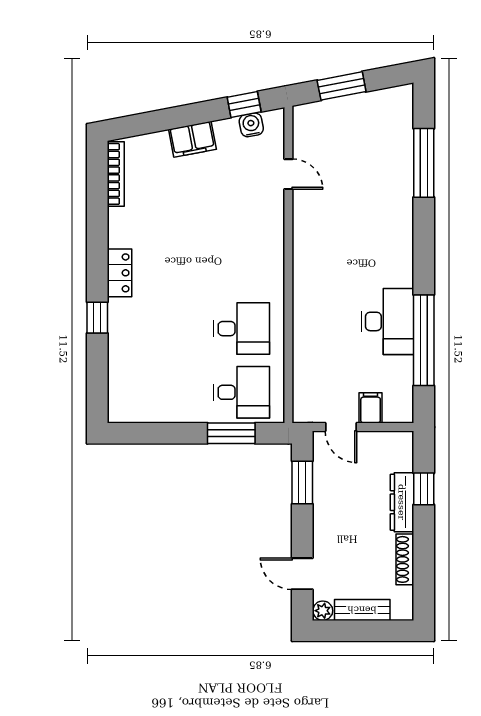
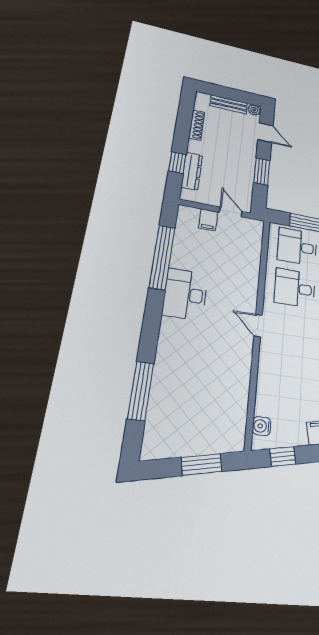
water cooler: (251, 125) -> (262, 426), moved, turned 101
door: (288, 174) -> (258, 326), moved
desk: (387, 321) -> (185, 294), moved
window: (302, 483) -> (262, 171), moved
dresser: (402, 502) -> (192, 171), moved

